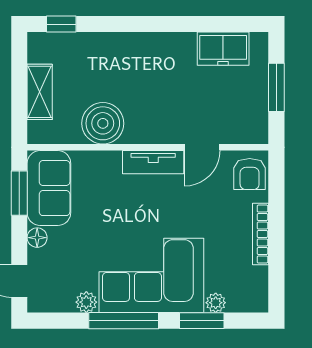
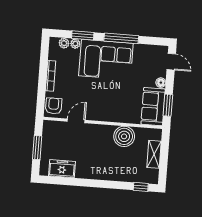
tv unit: (153, 162) -> (101, 115), removed
plant: (86, 302) -> (64, 43), moved

